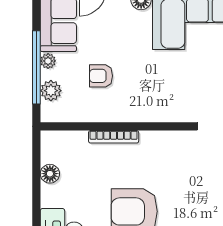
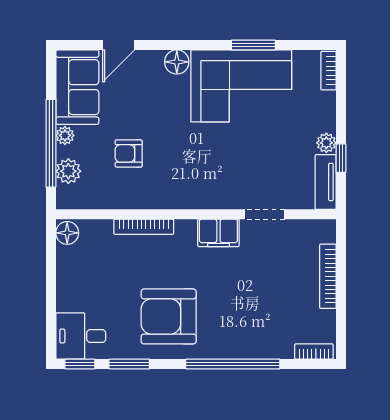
filing cabinet: (176, 142) -> (218, 233), added
floor lamp: (50, 174) -> (67, 233), moved

